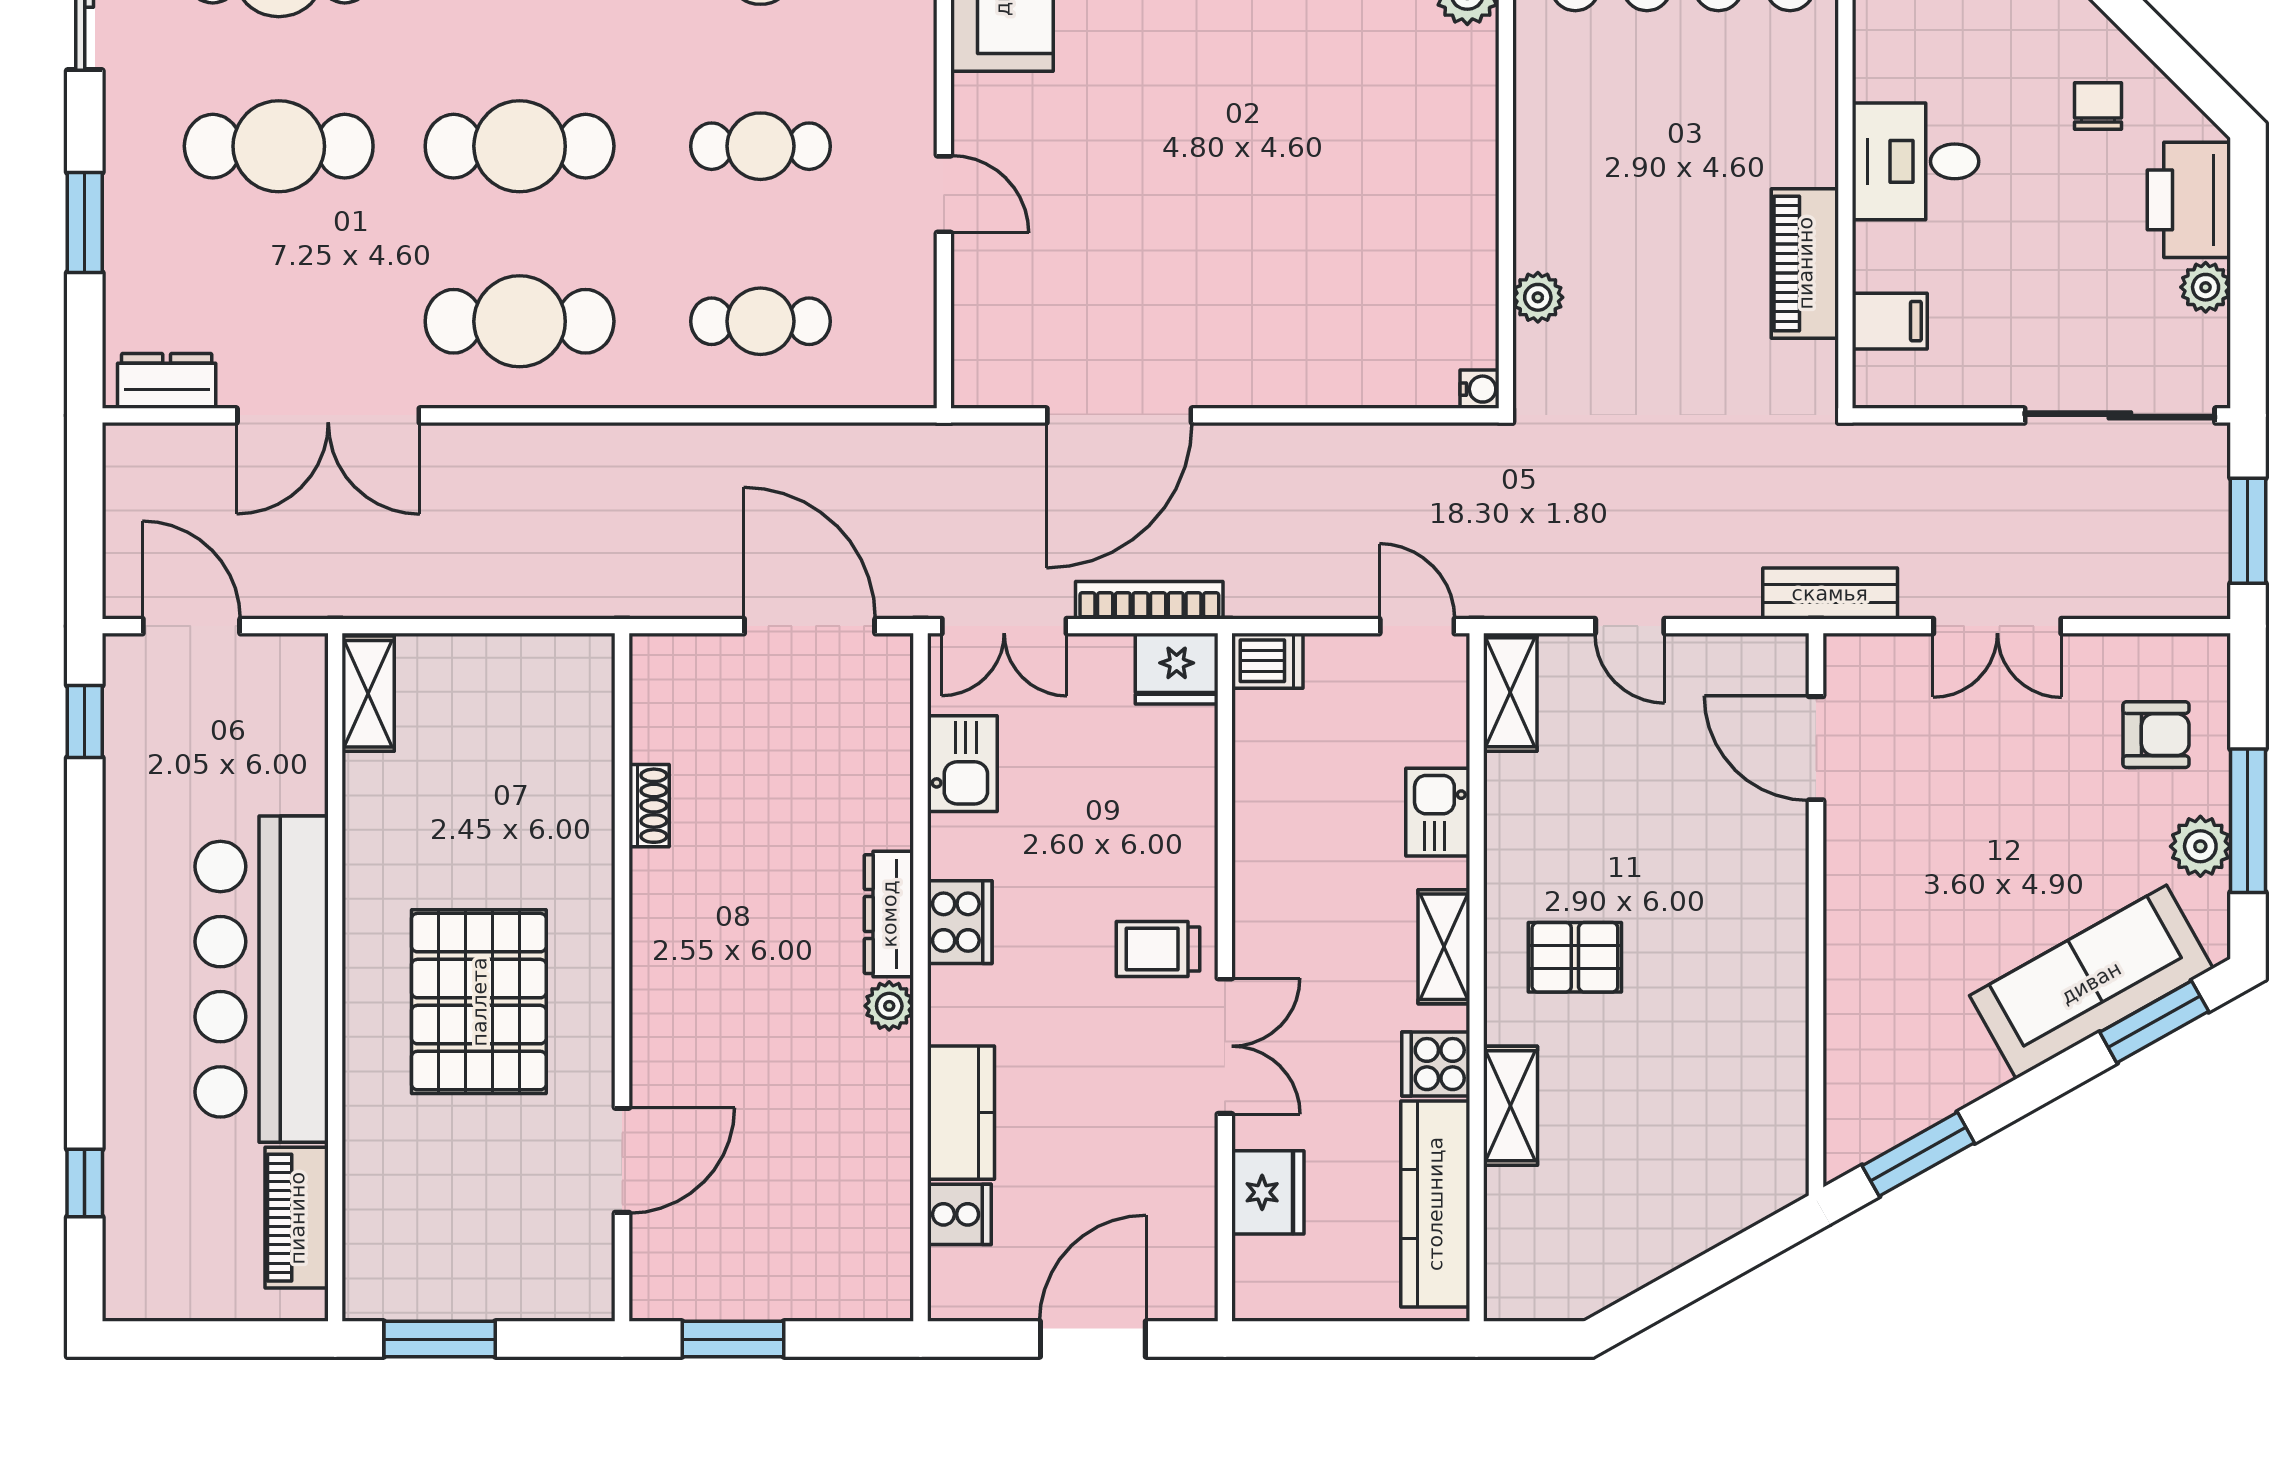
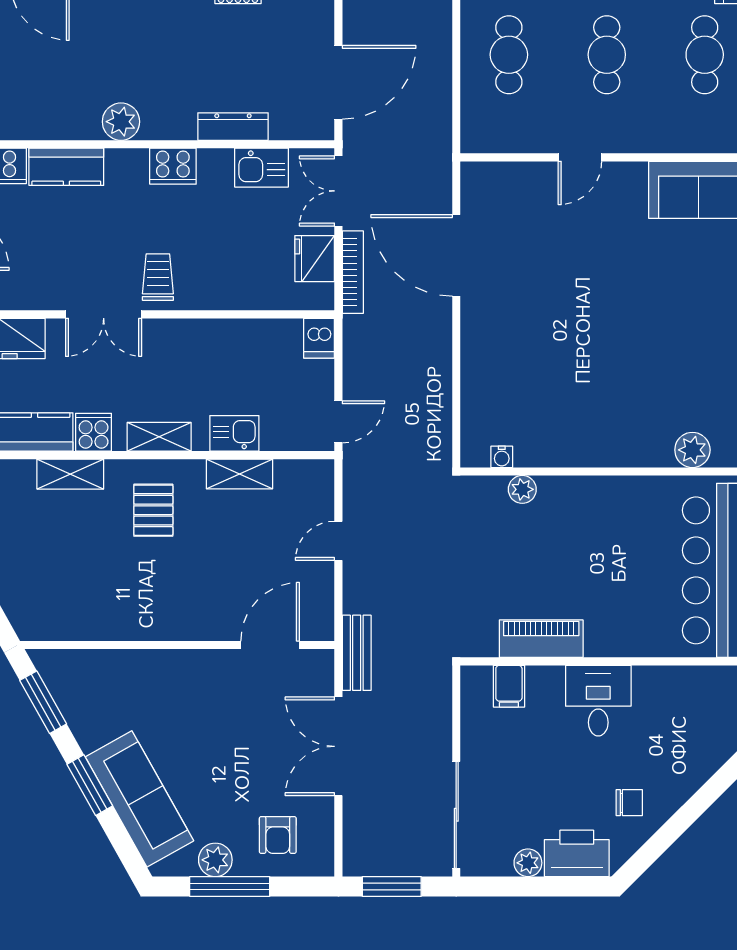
water cooler: (1480, 389) -> (502, 457), moved
double door: (1997, 626) -> (338, 746), width x1.37
fridge: (1177, 669) -> (315, 259), moved
shelving: (1510, 692) -> (239, 474), moved
dresser: (889, 914) -> (233, 127), moved
plant: (889, 1006) -> (121, 122), width x1.38, depth x1.38
window: (2154, 1022) -> (90, 785), moved

